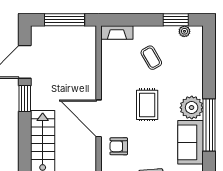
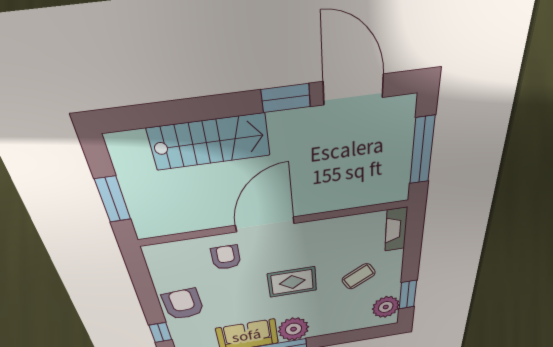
plant: (184, 31) -> (386, 307), width x1.88, depth x1.88

